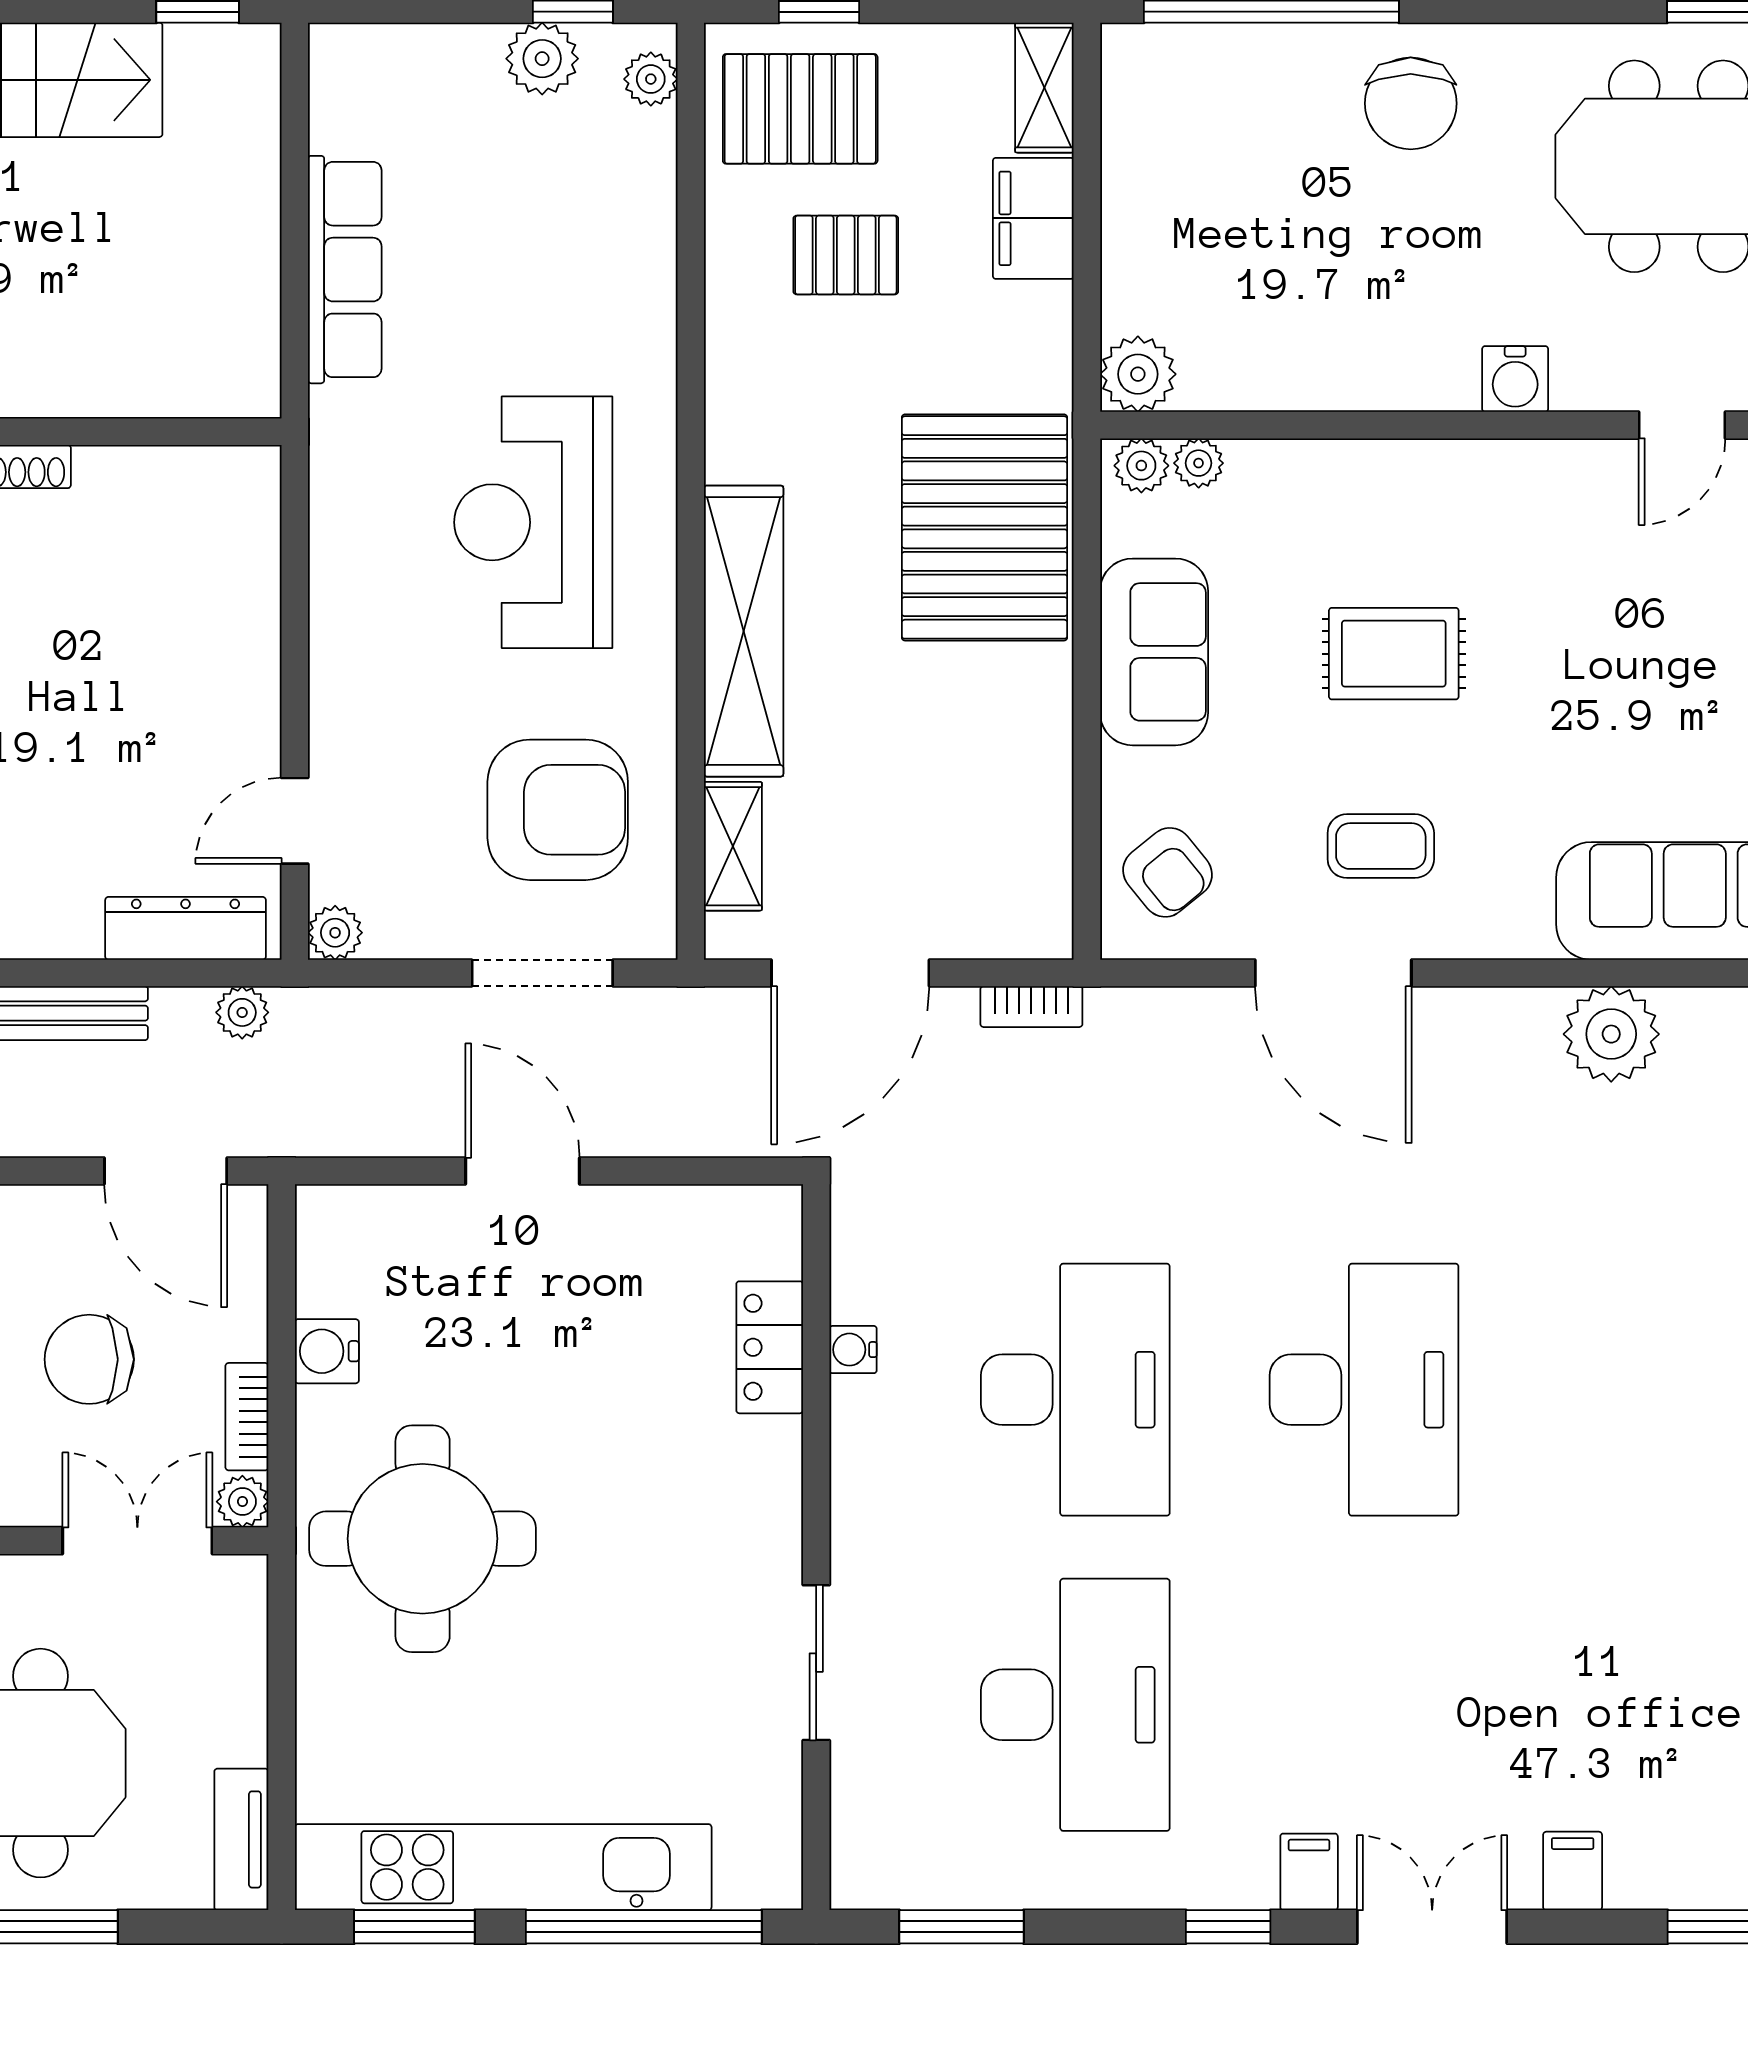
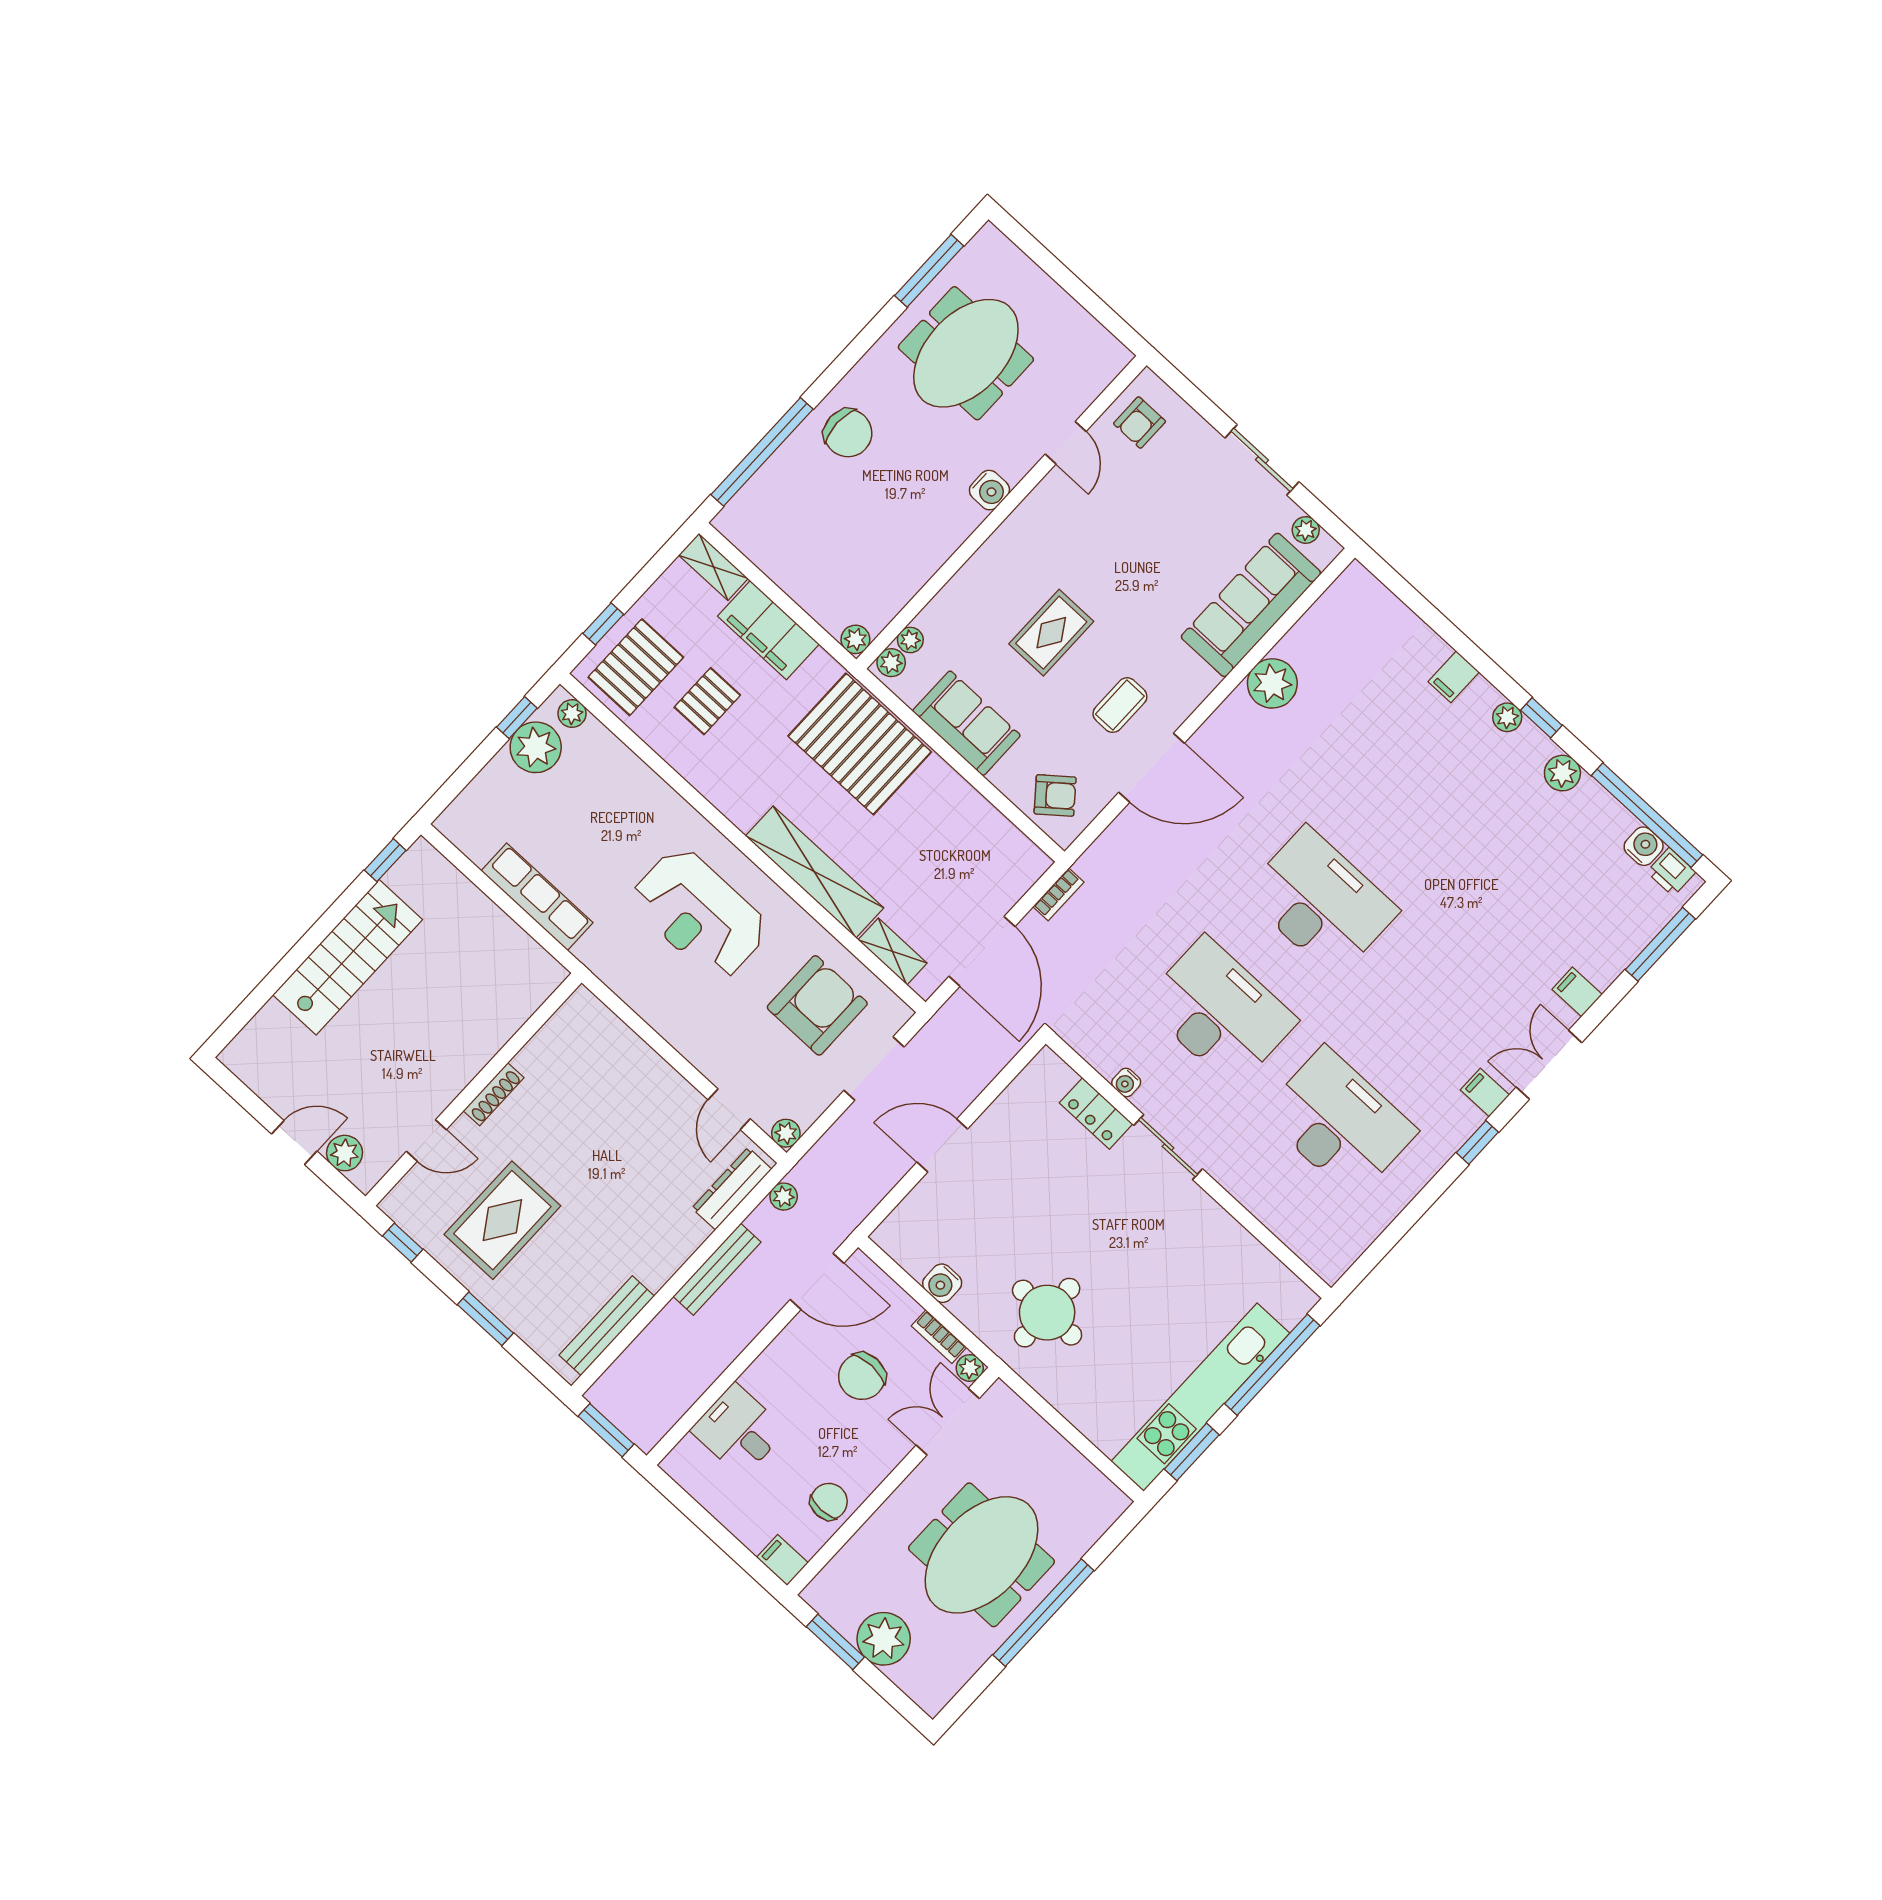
plant: (542, 59) -> (536, 747), width x1.36, depth x1.36
filing cabinet: (1033, 218) -> (768, 630), width x1.50, depth x1.17
plant: (1138, 374) -> (855, 639), width x0.73, depth x0.73
round table: (423, 1539) -> (1047, 1313), width x0.73, depth x0.73
sliding door: (816, 1663) -> (1168, 1147), moved
tv unit: (241, 1839) -> (1098, 1487), removed
window: (962, 1927) -> (1384, 1244), removed

